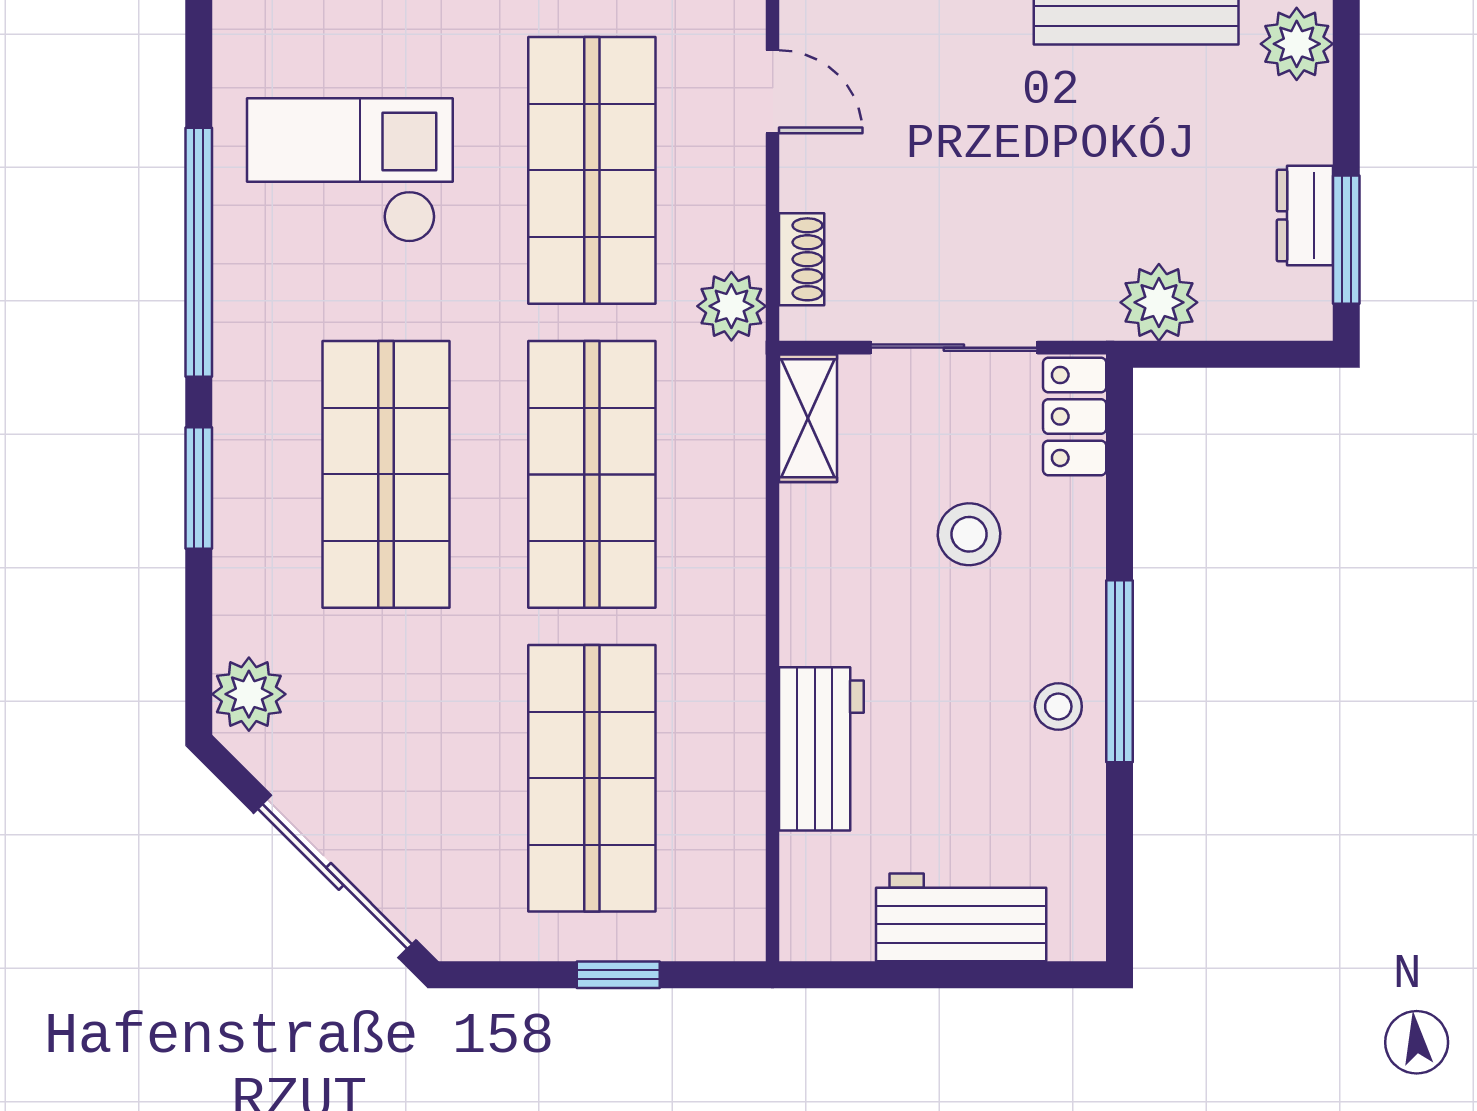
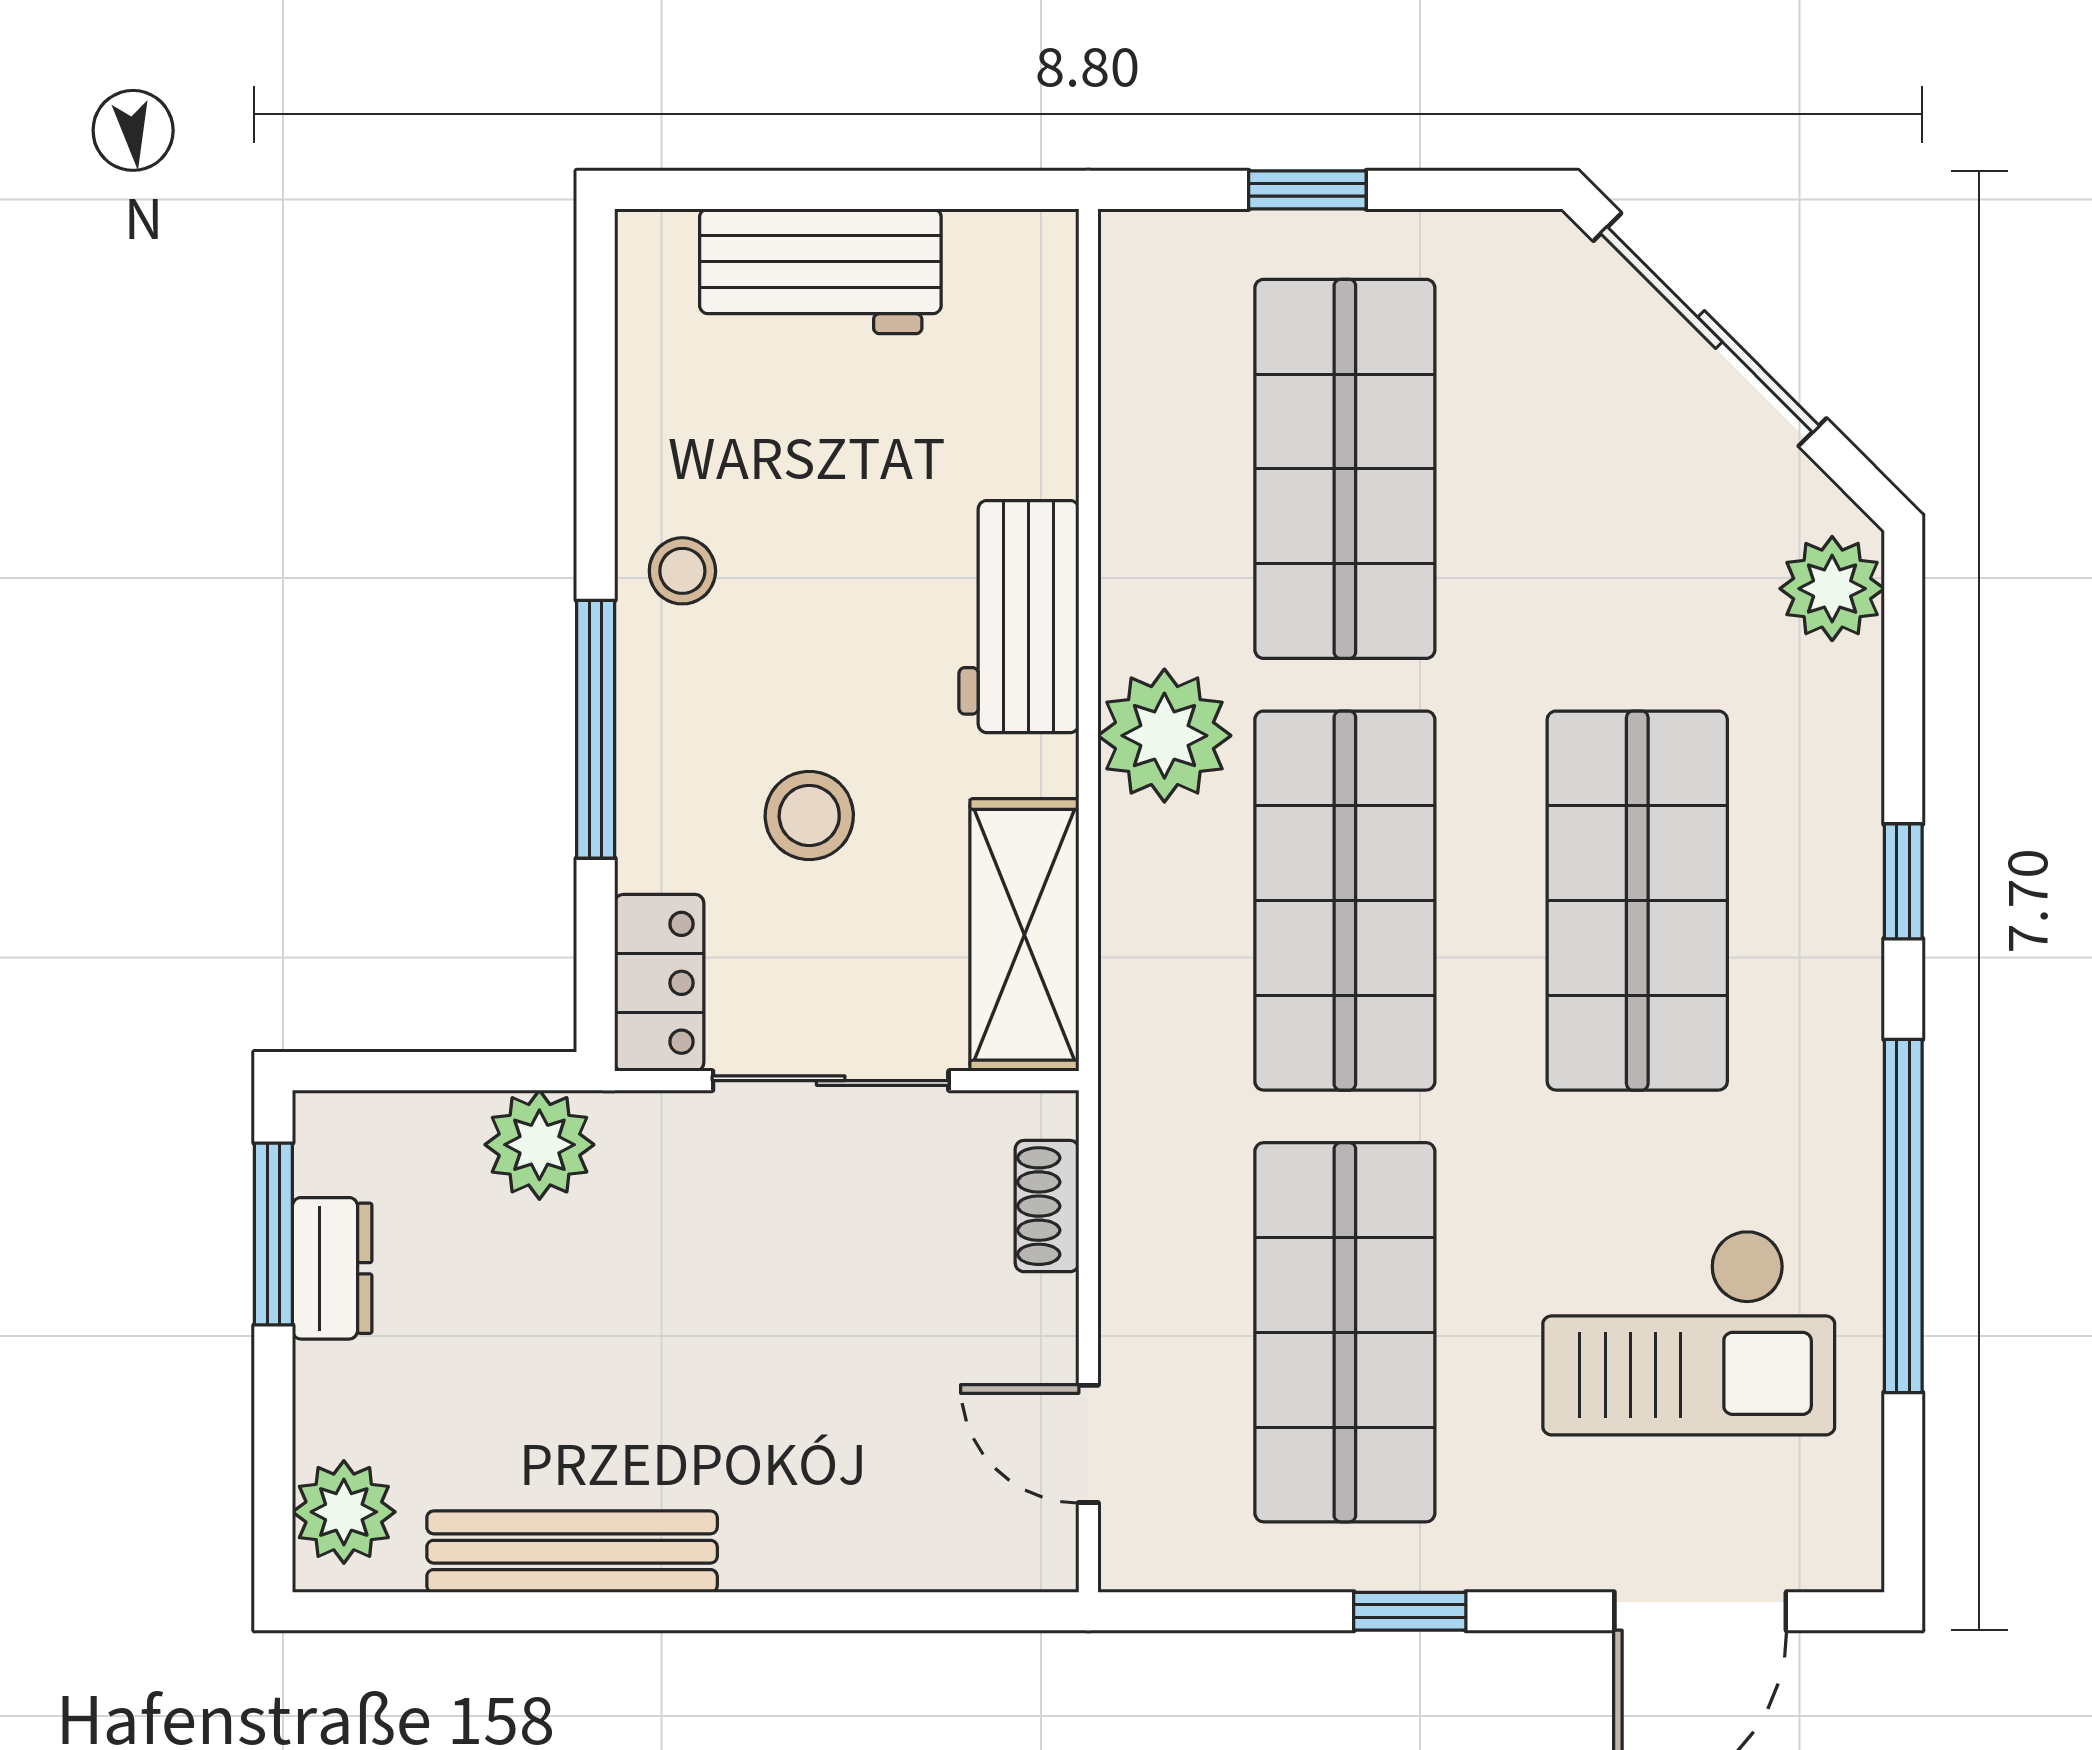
plant: (731, 306) -> (1164, 736), moved, width x1.36, depth x1.36
shelving: (808, 418) -> (1024, 935), width x1.50, depth x1.33
window: (199, 488) -> (1903, 881), width x0.67
window: (1119, 671) -> (596, 729), moved
workbench: (821, 749) -> (1019, 617), moved

